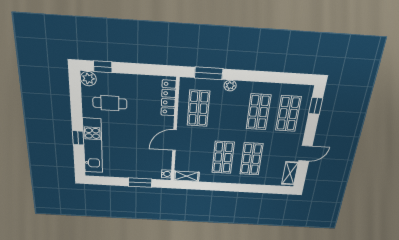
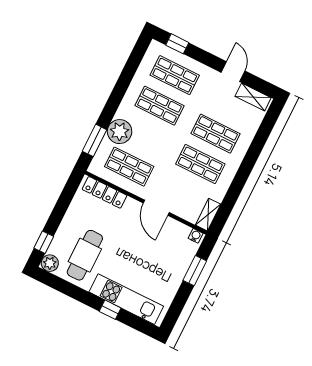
plant: (230, 86) -> (120, 132), width x1.87, depth x1.87
cafe table: (110, 103) -> (85, 255), width x1.37, depth x1.35

